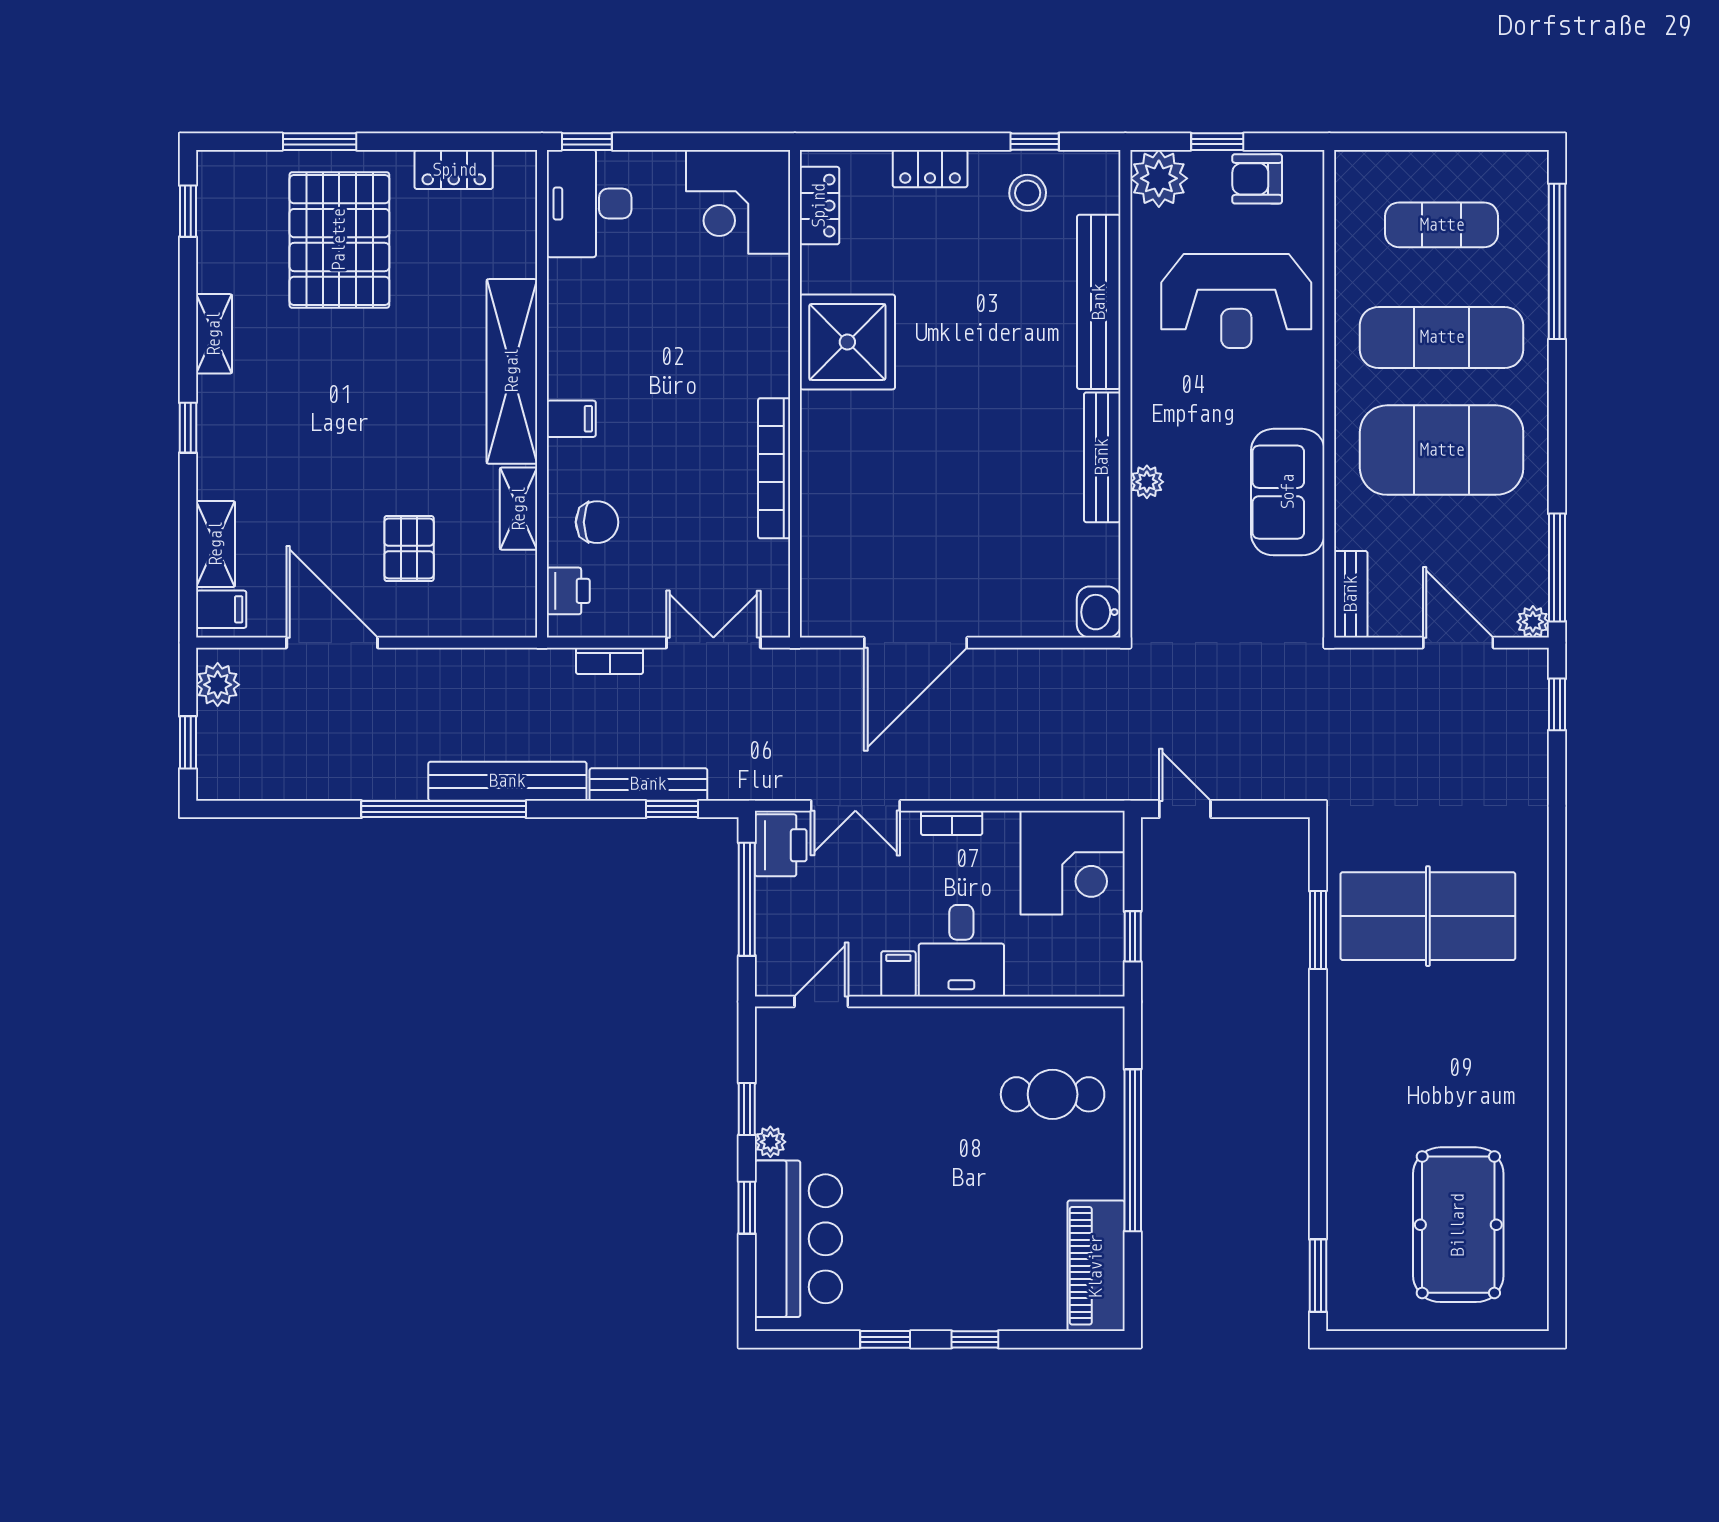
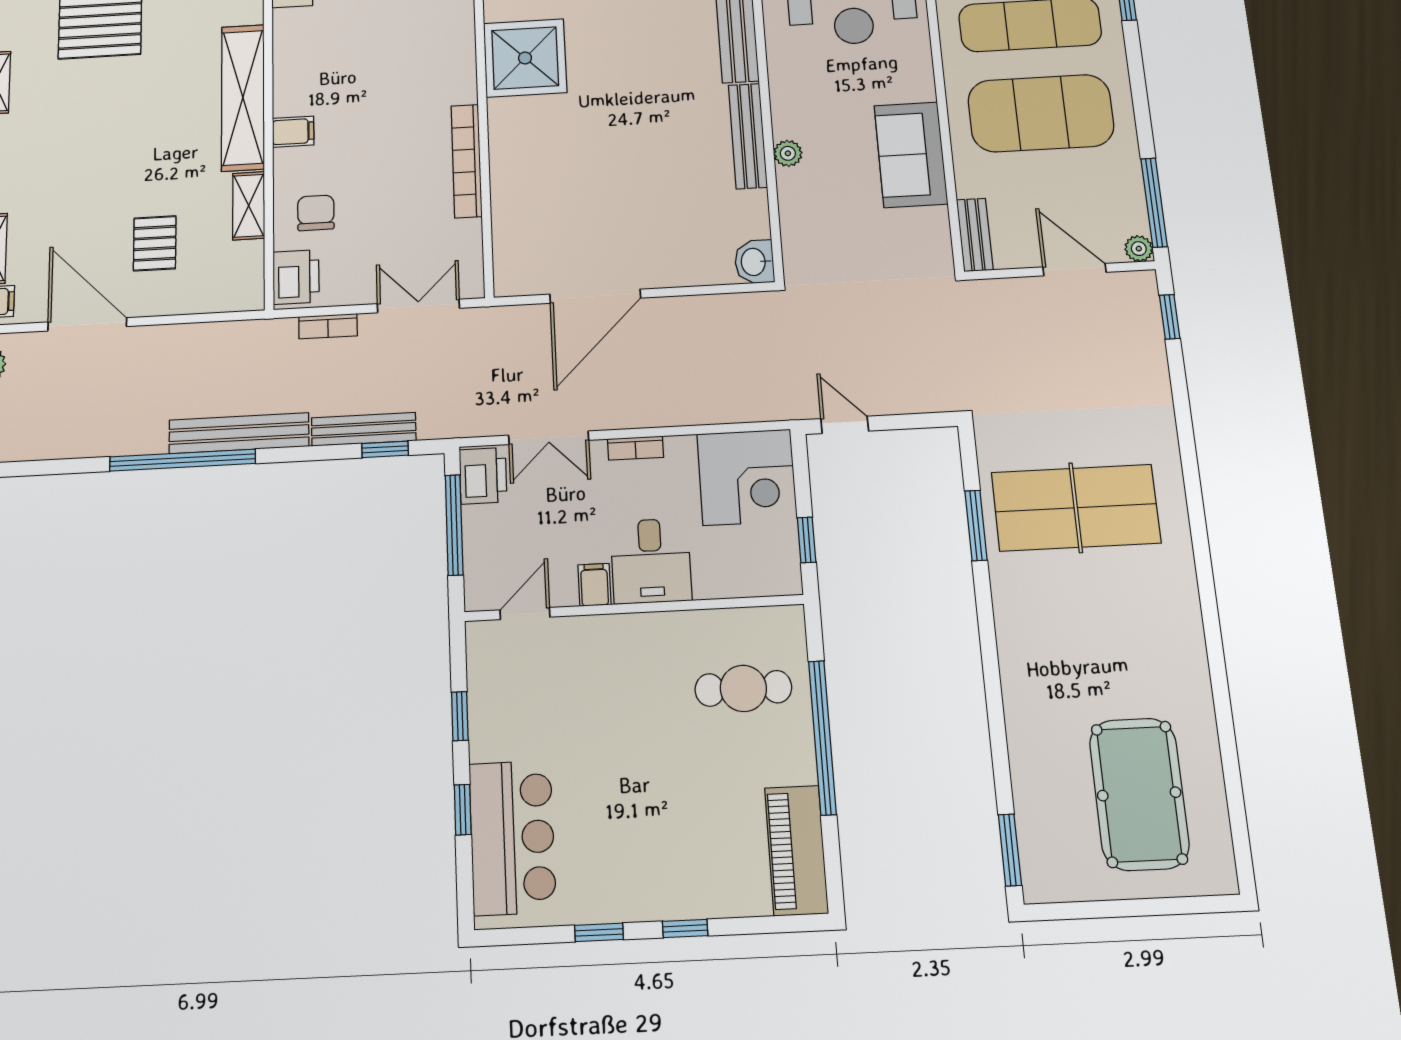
chair: (597, 522) -> (316, 213), turned -90
printer: (568, 591) -> (296, 277), width x1.36, depth x1.24
plant: (770, 1142) -> (483, 746), removed

